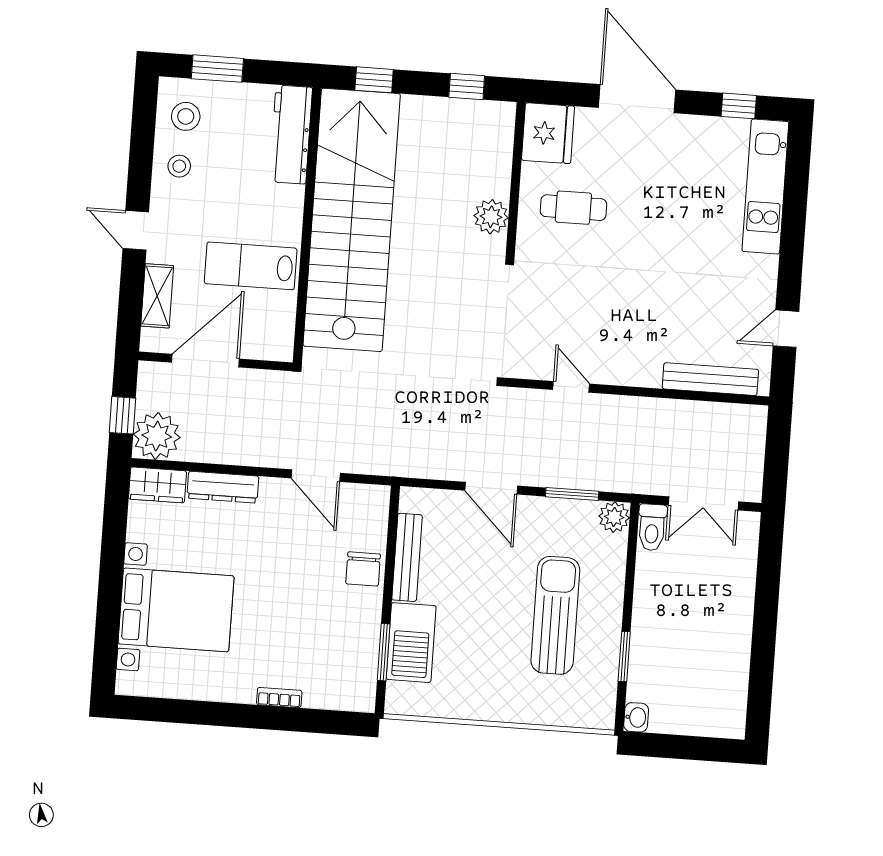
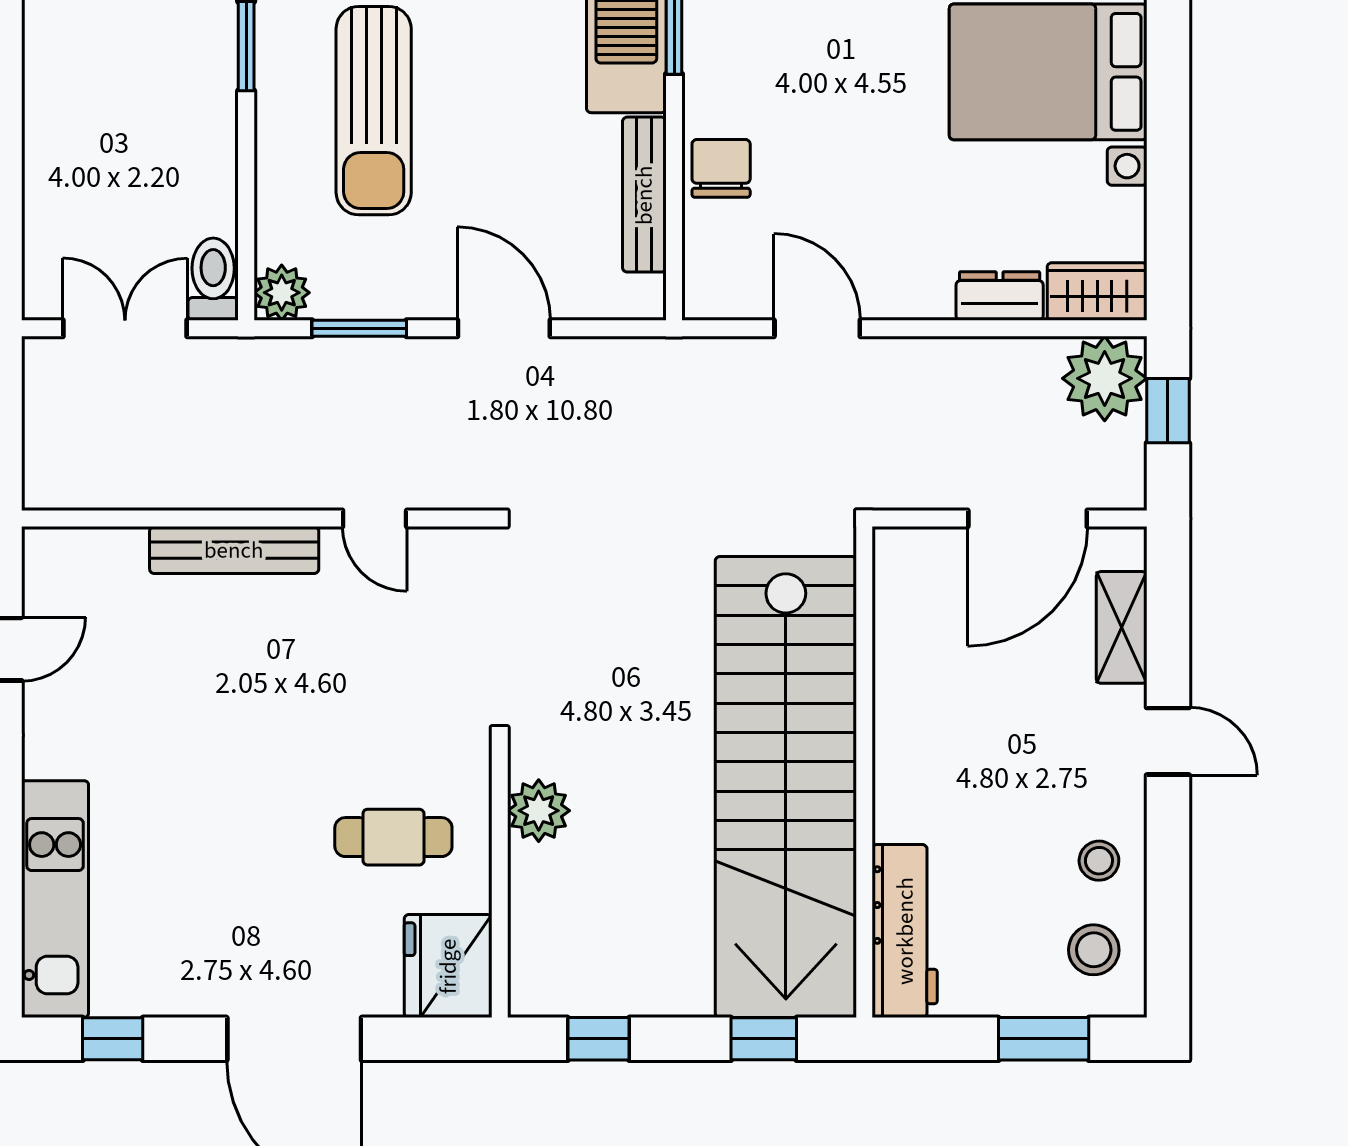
lab bench: (251, 266) -> (959, 693), removed
bench: (710, 379) -> (234, 550), moved
dresser: (223, 487) -> (1000, 296), width x0.70

